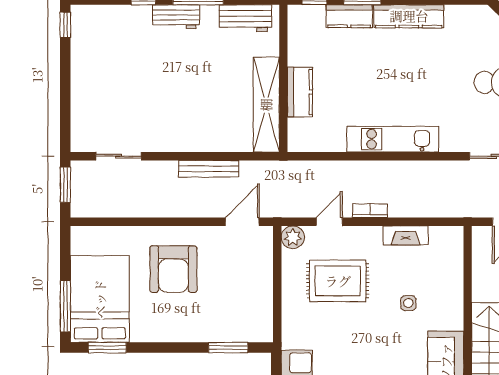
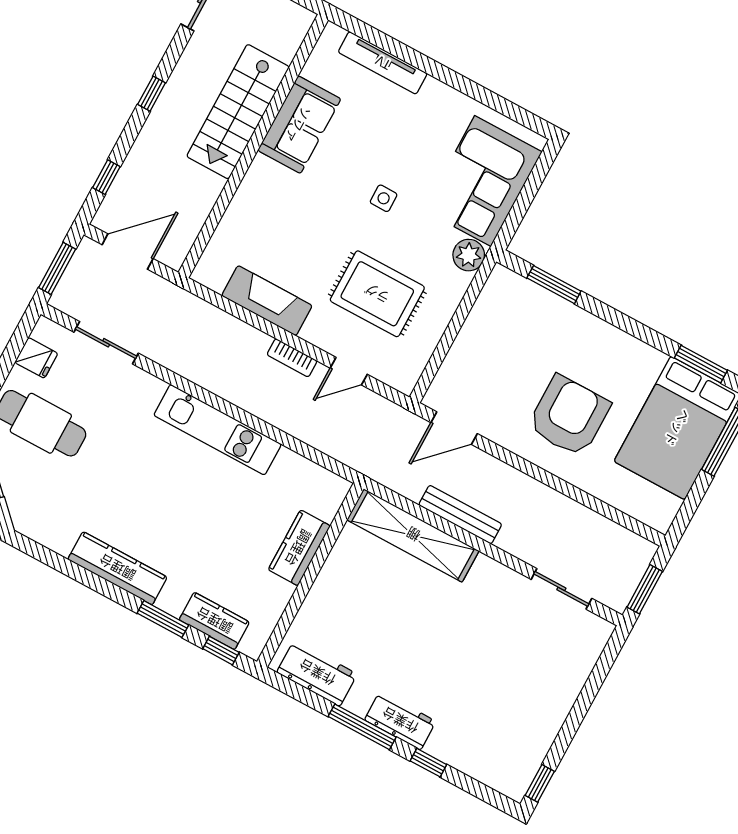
kitchen counter: (349, 16) -> (214, 621), moved
shelving: (266, 105) -> (413, 535), moved, turned 90
fireplace: (406, 235) -> (267, 301), width x1.37, depth x1.32
plant: (293, 237) -> (469, 255), moved
side table: (408, 303) -> (384, 198), moved

